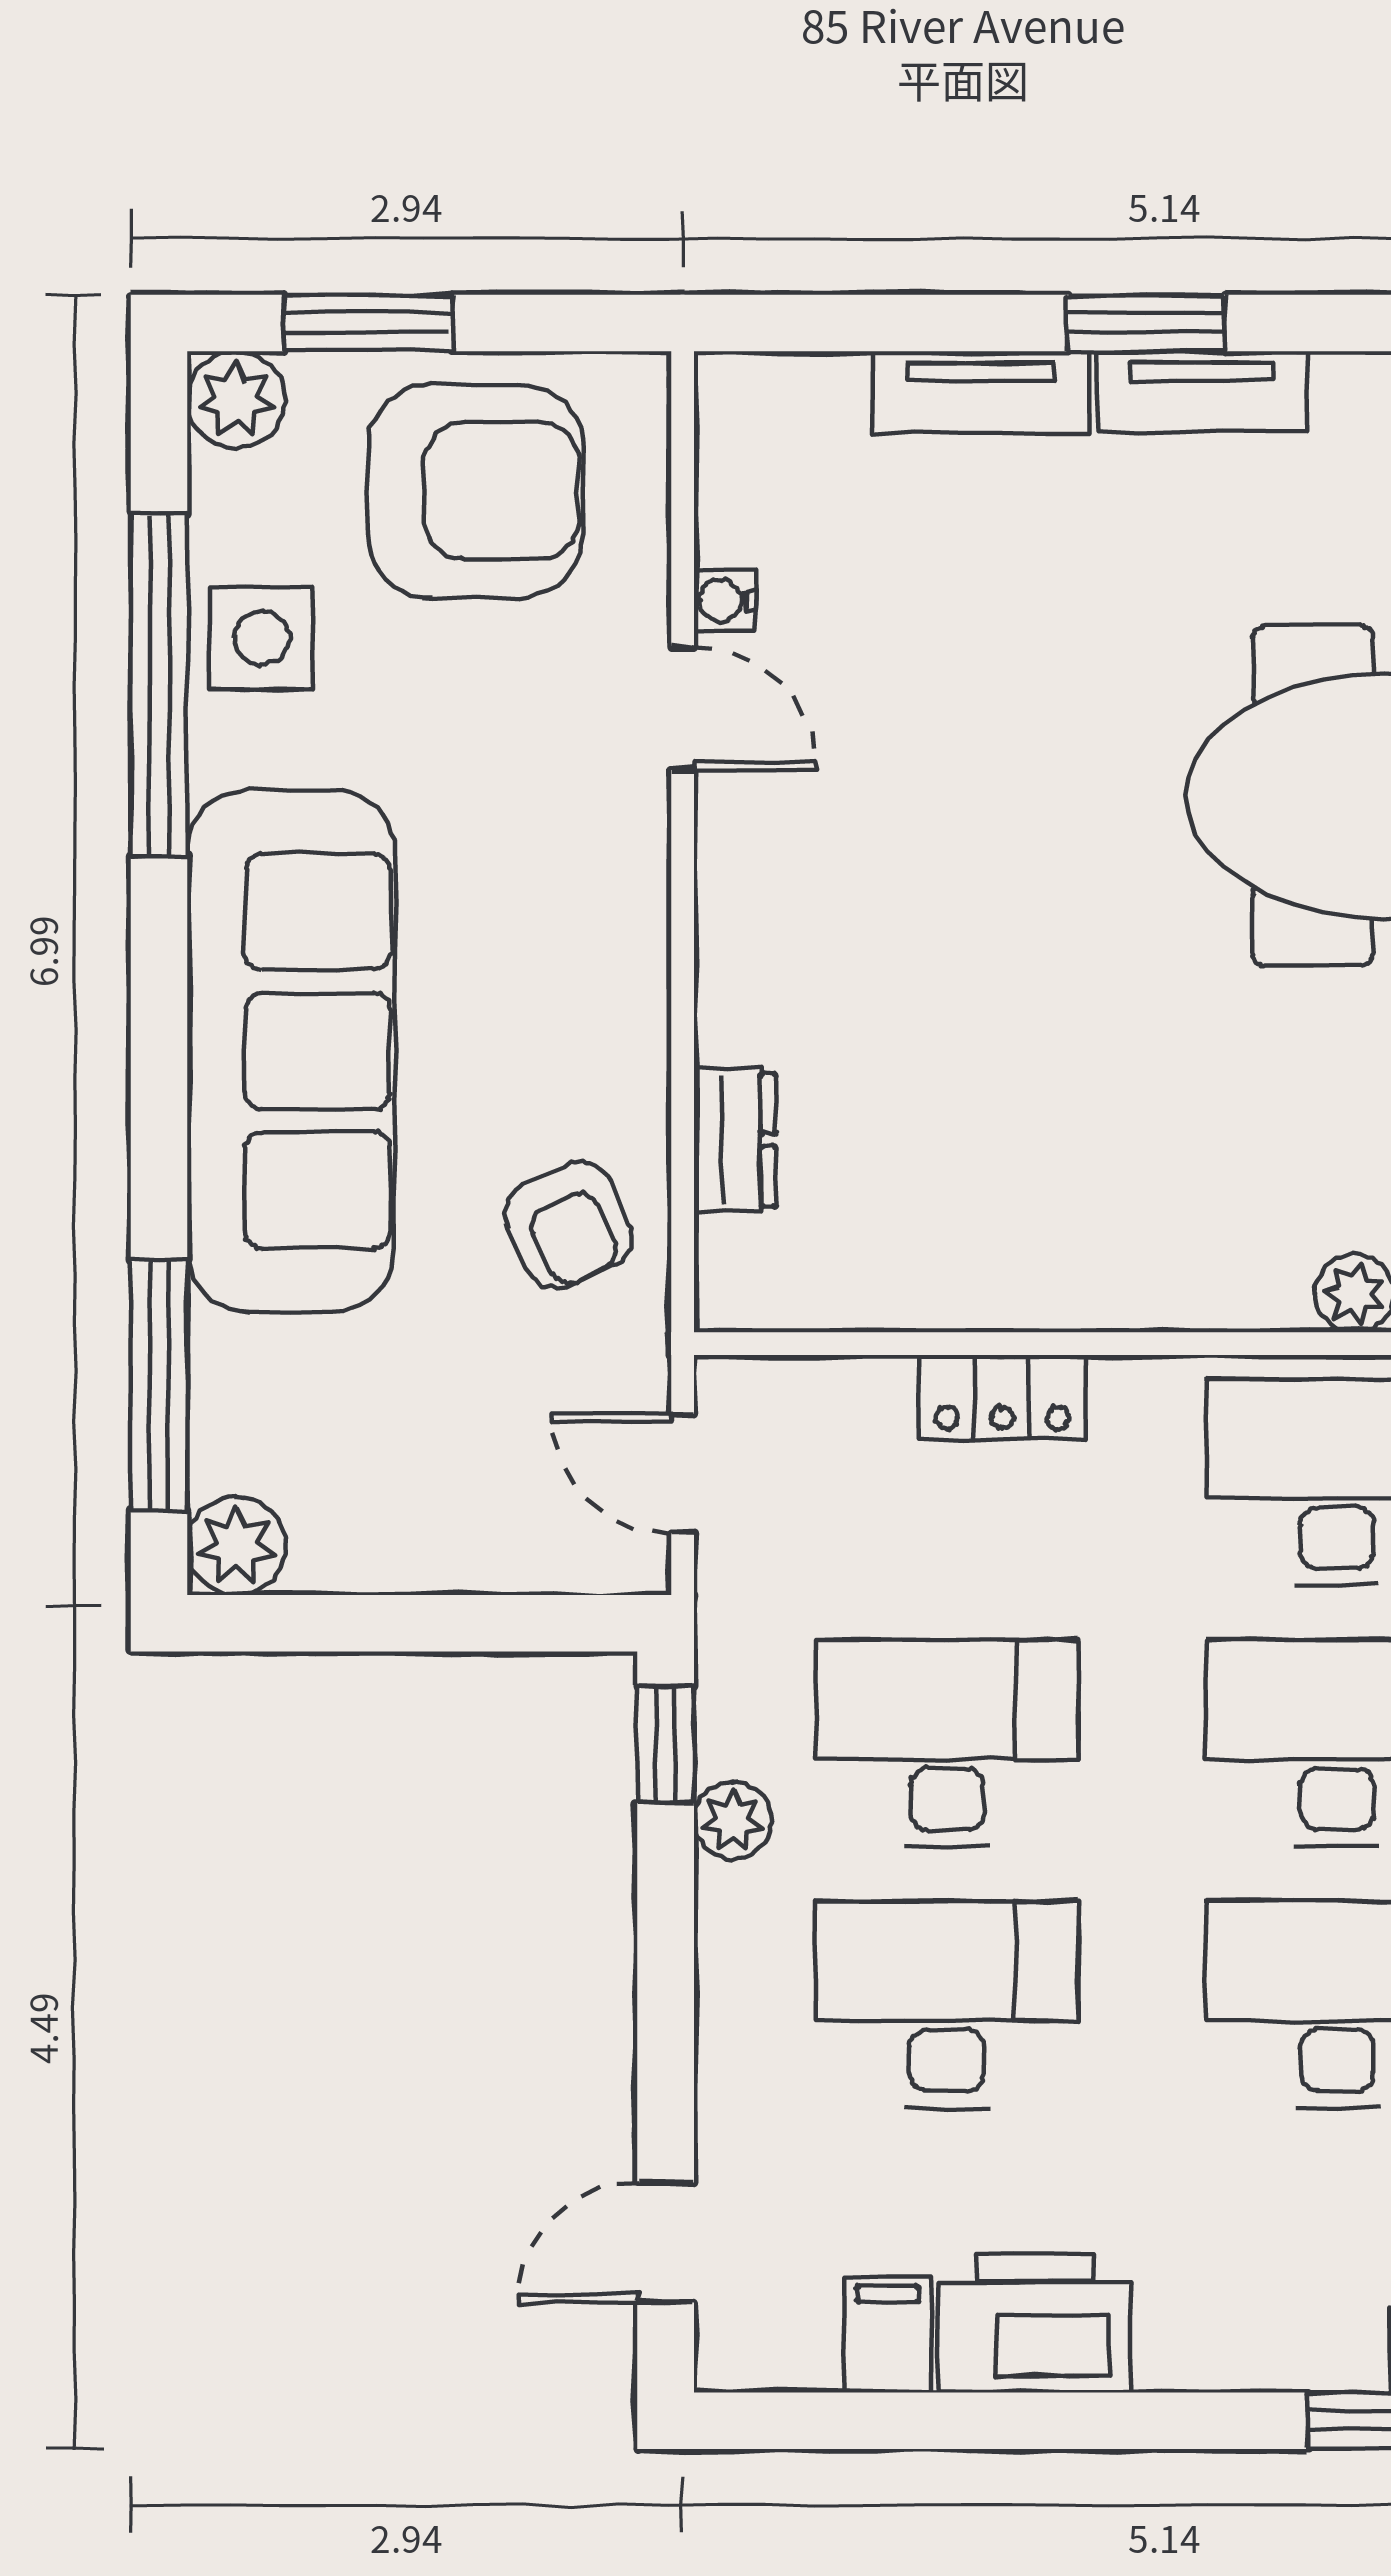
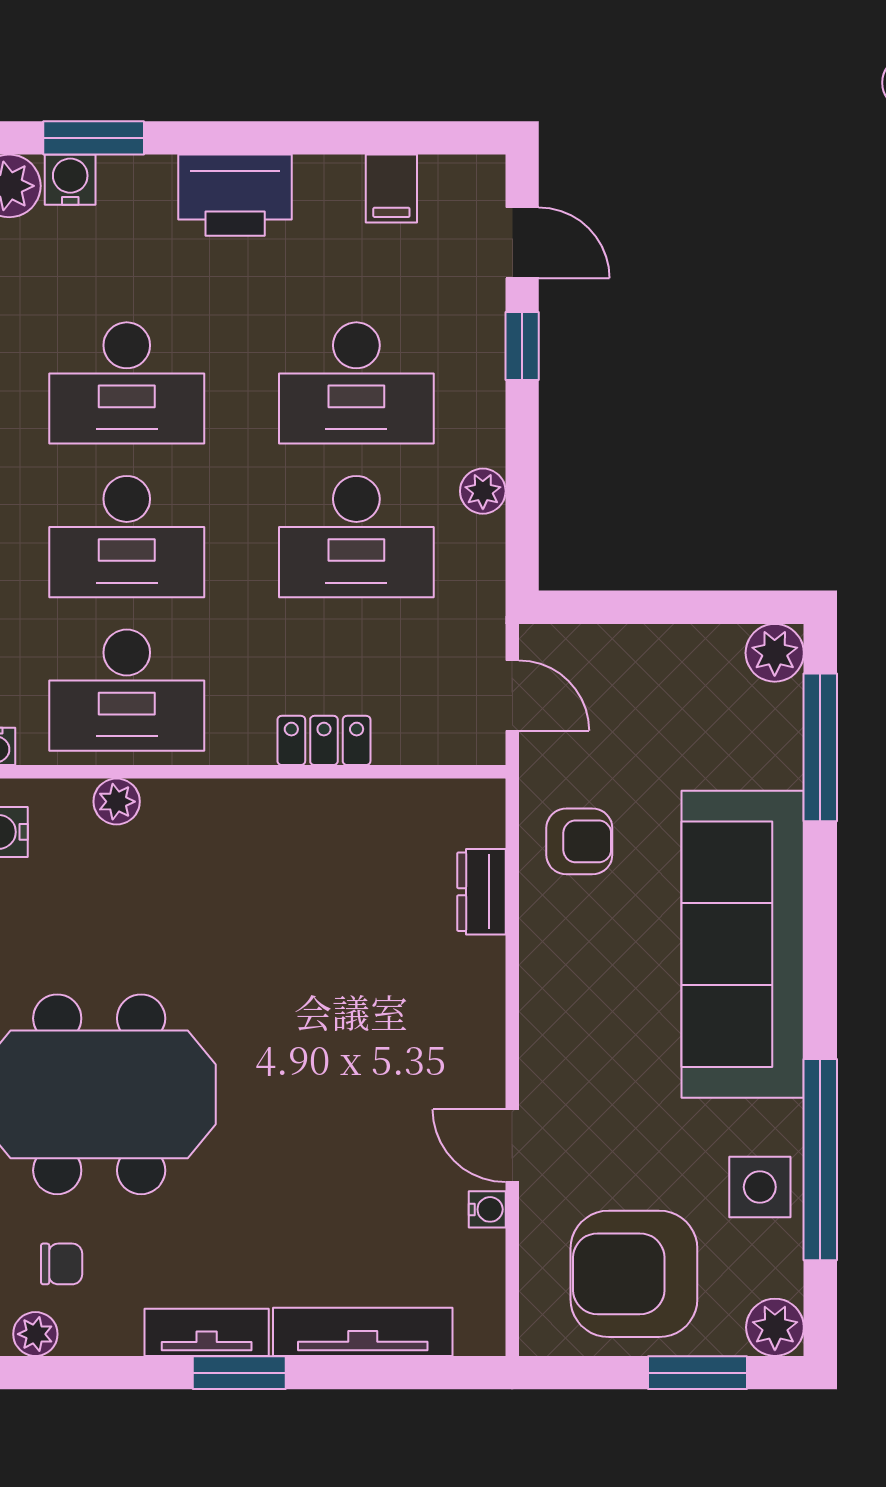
tv unit: (981, 392) -> (363, 1332), width x1.41
armchair: (568, 1225) -> (579, 841), turned 115
window: (666, 1744) -> (522, 346), moved
door: (666, 2242) -> (522, 243), hinge flipped
printer: (1035, 2323) -> (235, 195), moved

